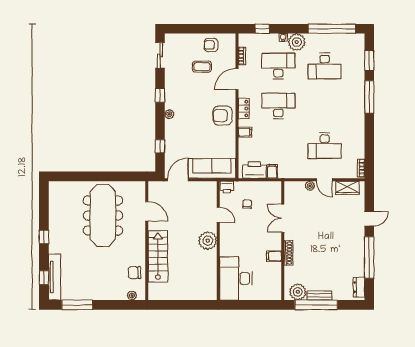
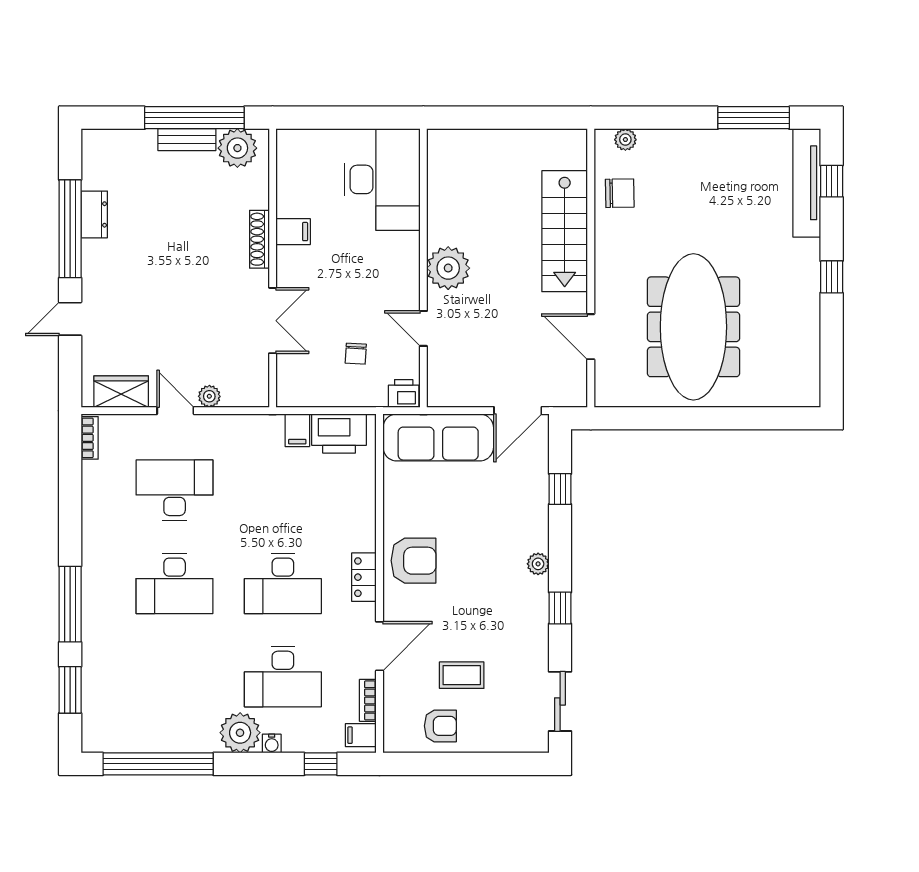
desk: (325, 66) -> (175, 583), moved, turned 180
filing cabinet: (245, 132) -> (361, 735), moved
dresser: (359, 287) -> (94, 214), moved

